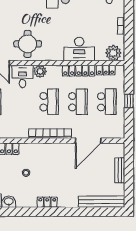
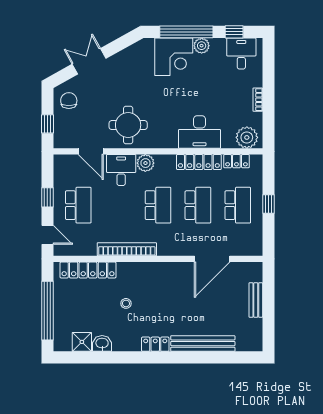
bookcase: (50, 134) -> (127, 249), moved
bench: (102, 202) -> (203, 344), moved

